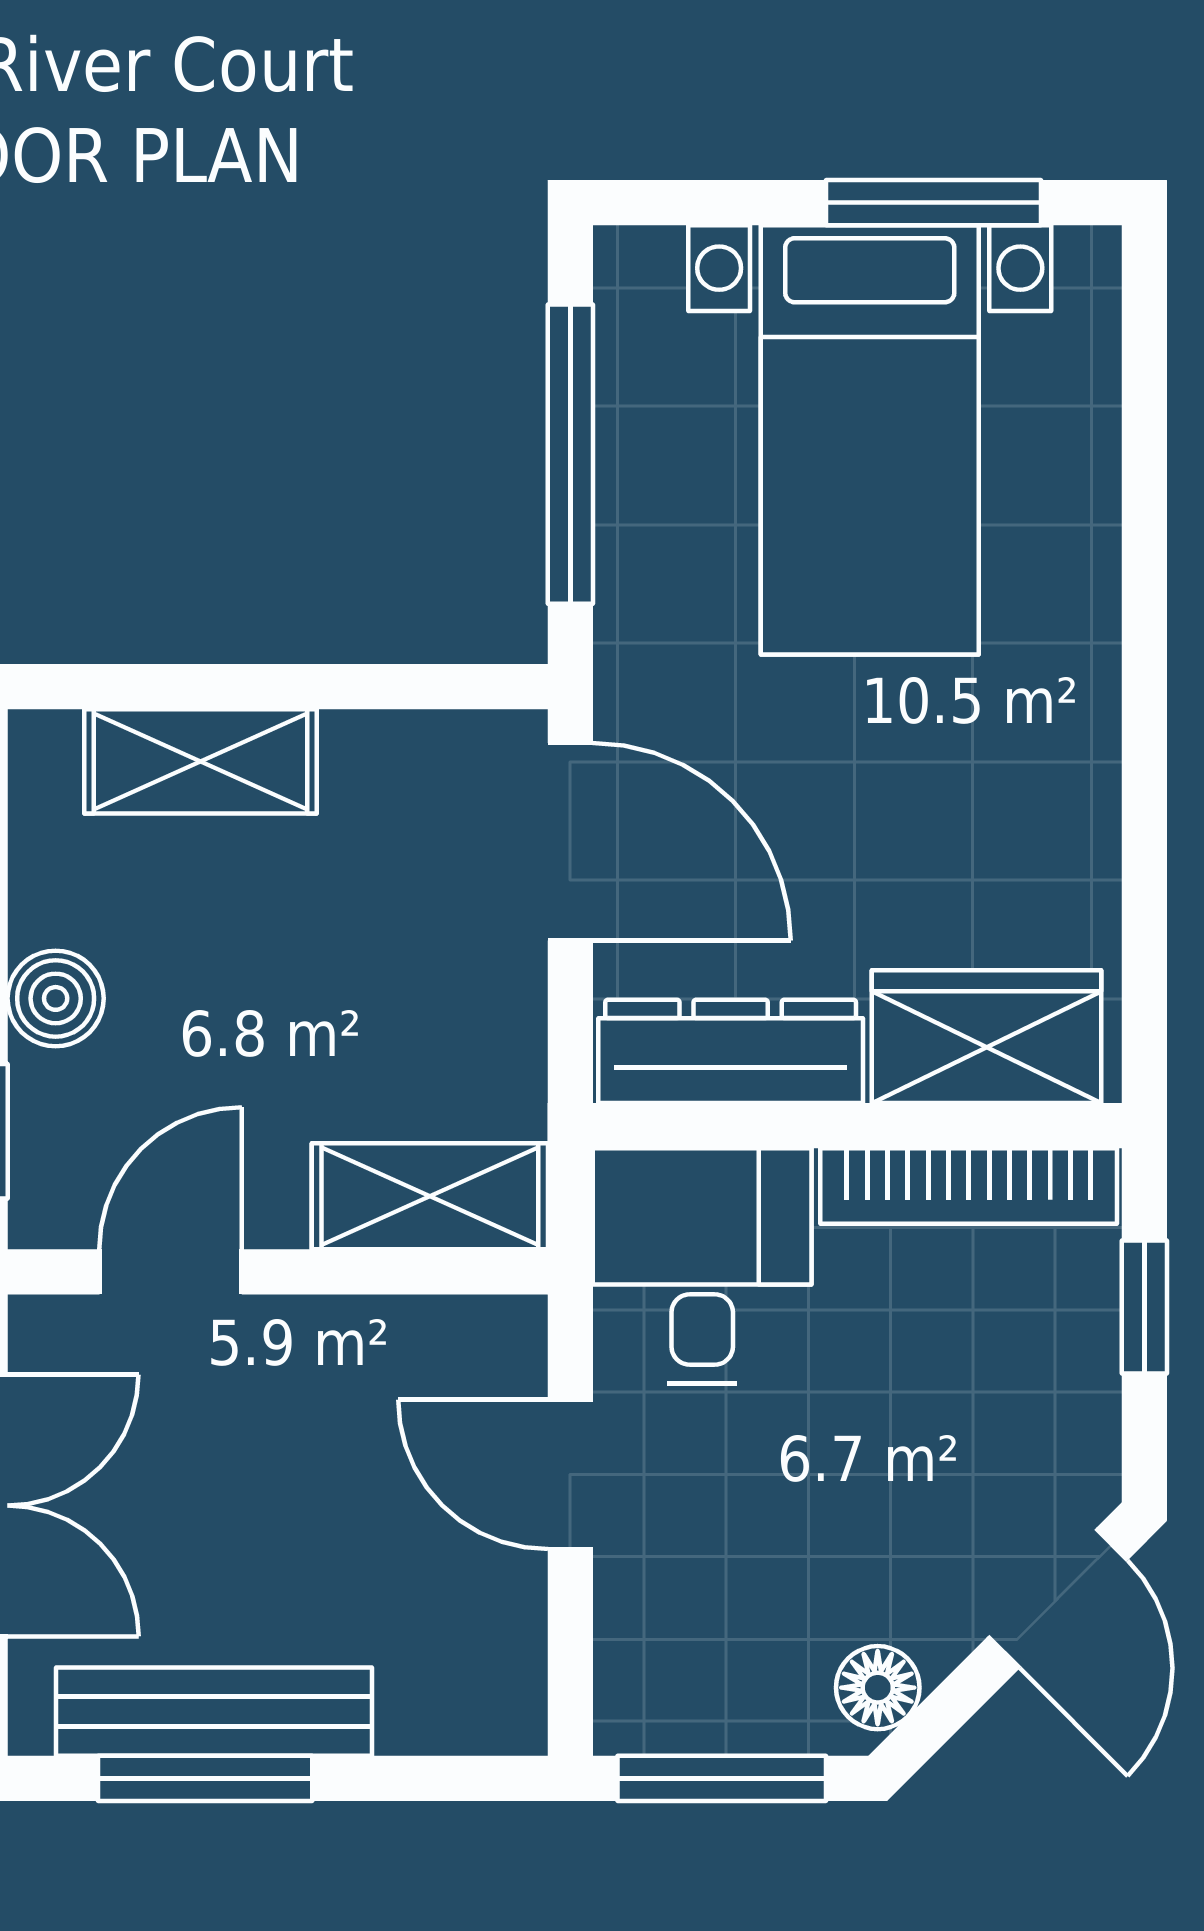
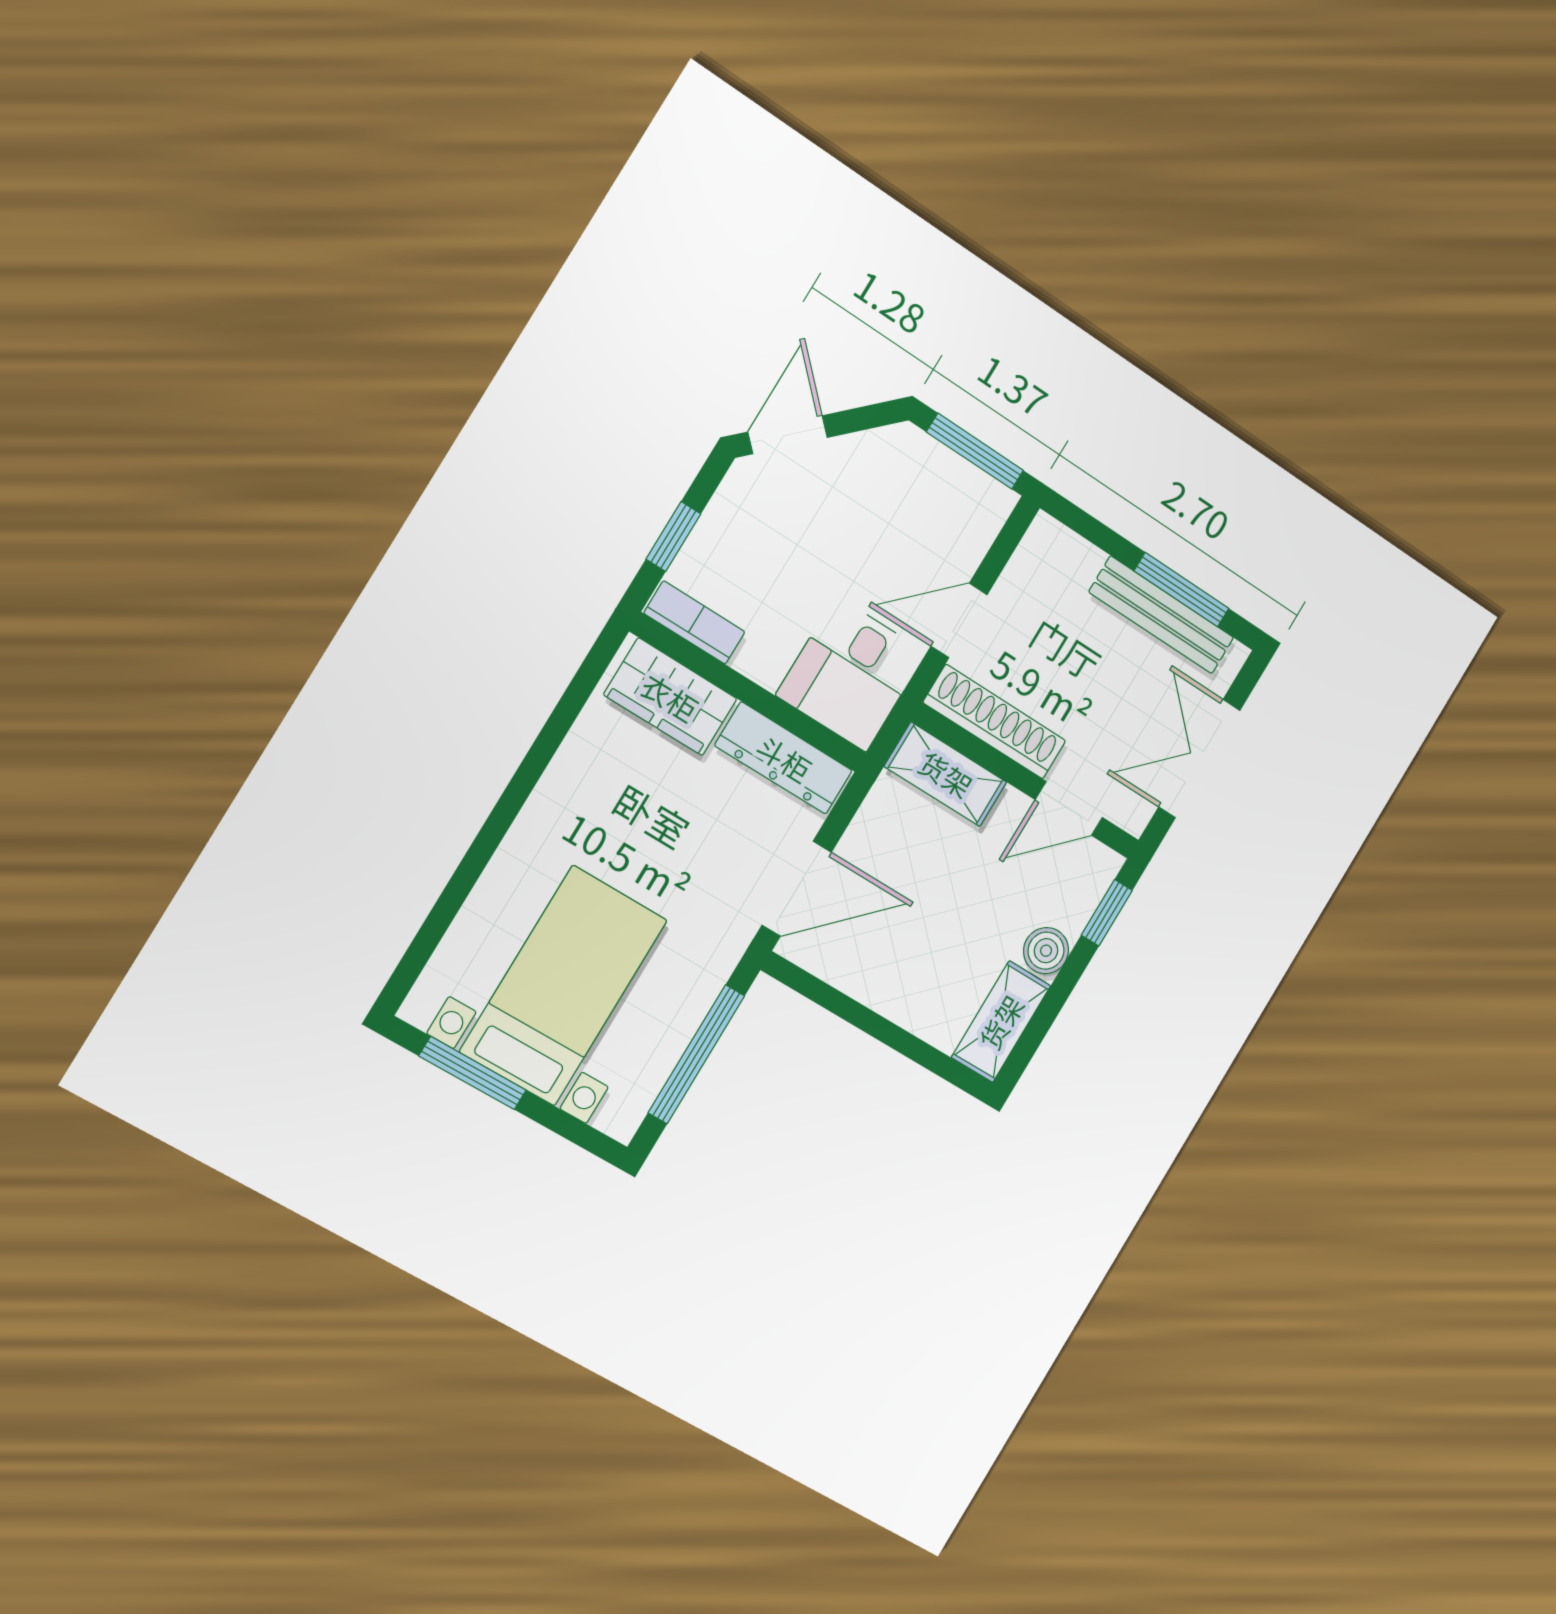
shelving: (201, 761) -> (1001, 1022), moved, turned 90
door: (570, 842) -> (797, 889), swing flipped
bookcase: (969, 1186) -> (694, 623), width x0.64
shoe rack: (399, 1340) -> (995, 722), added
door: (570, 1474) -> (959, 620), swing flipped
floor lamp: (878, 1688) -> (887, 447), removed

